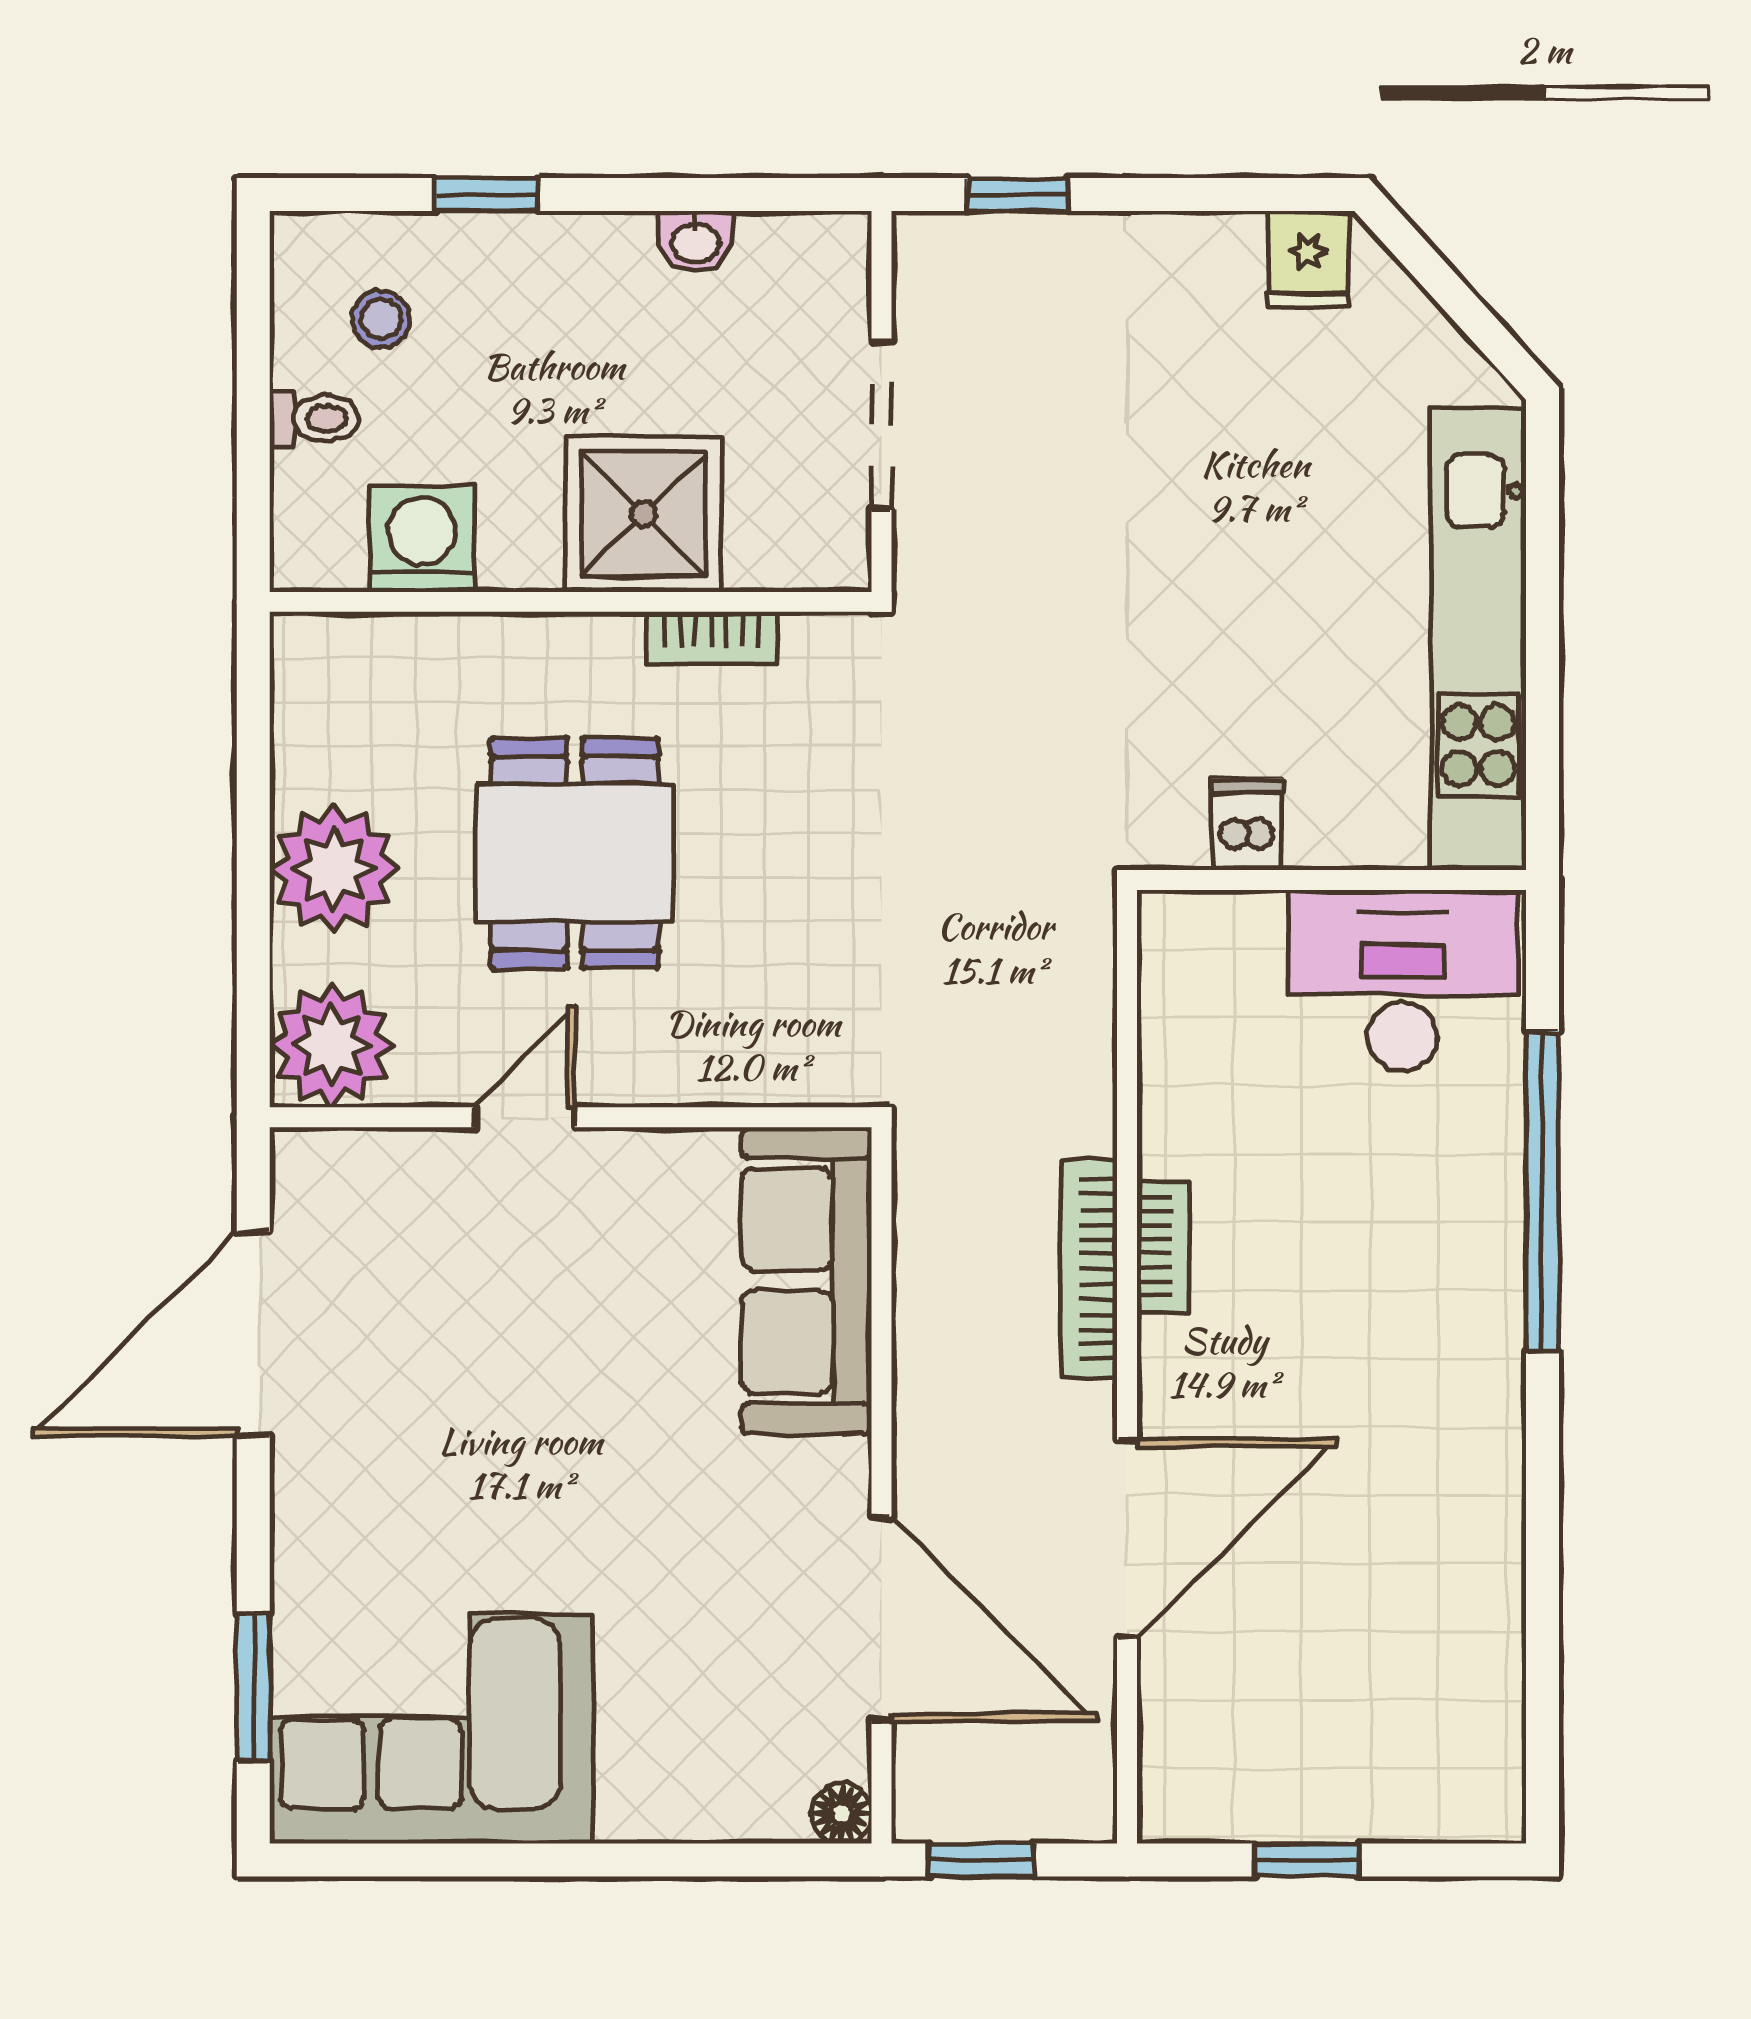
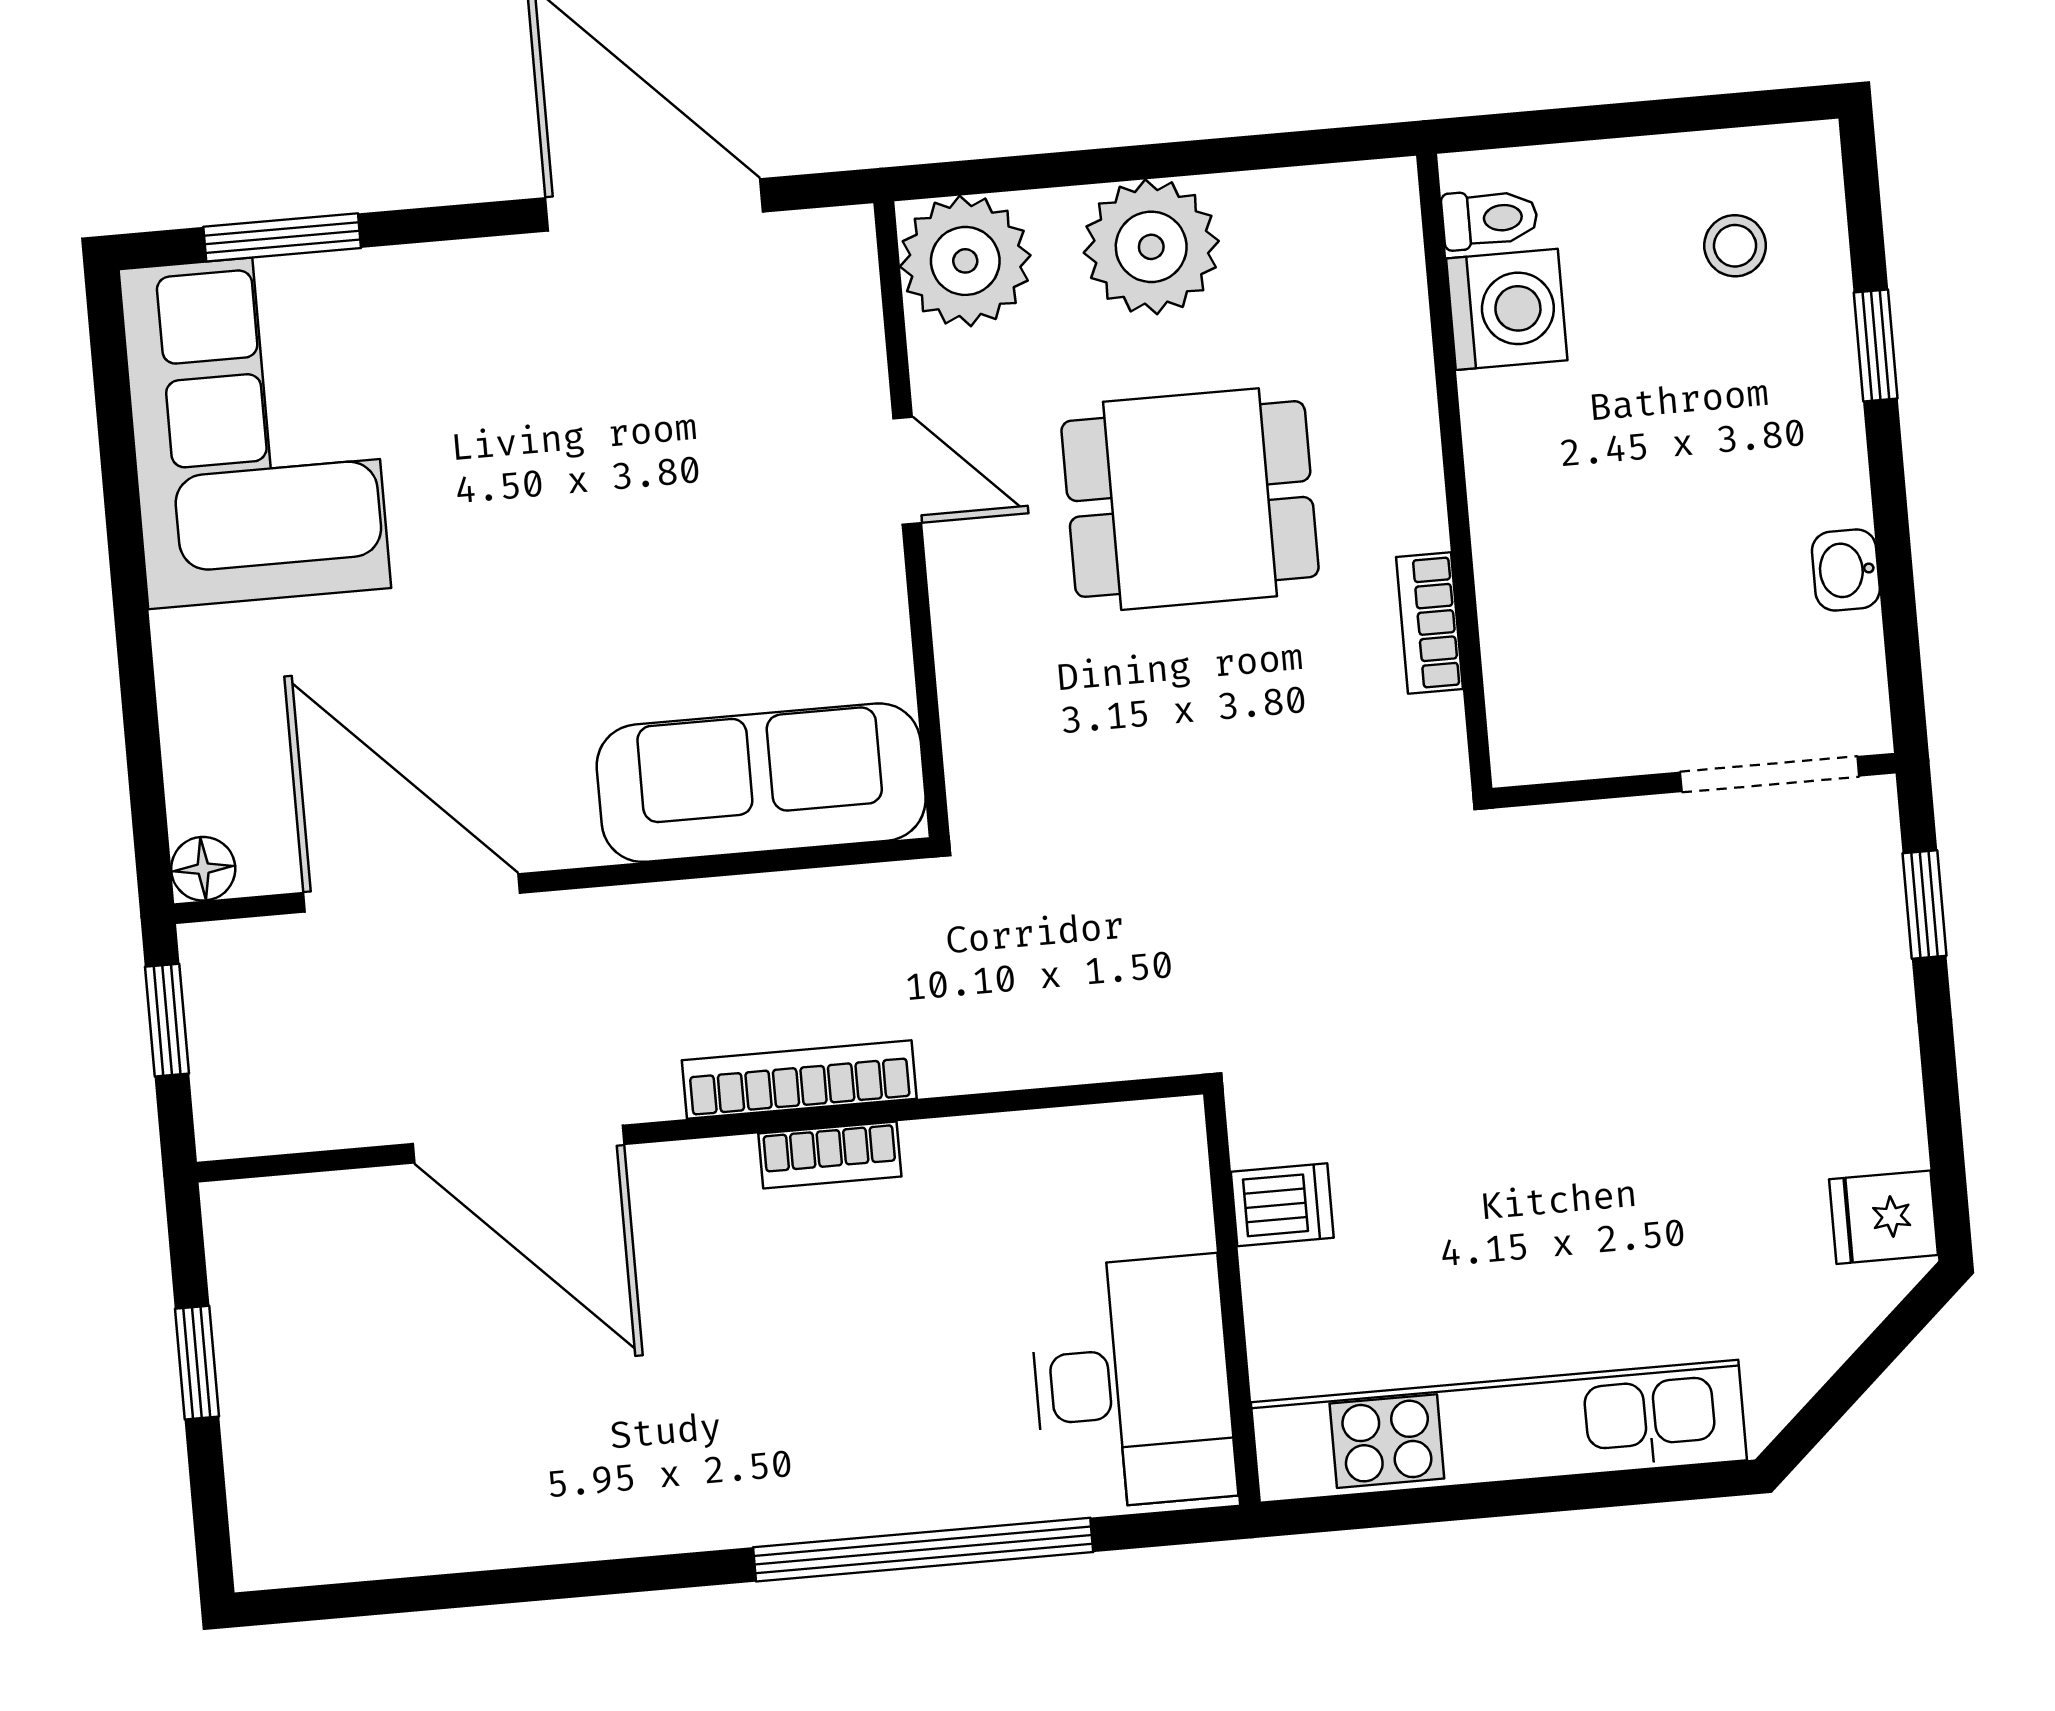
toilet: (314, 419) -> (1490, 219), moved, turned -90
doorway: (882, 425) -> (1770, 774), moved
shower: (644, 514) -> (1554, 540), removed
door: (882, 1619) -> (412, 893), swing flipped

